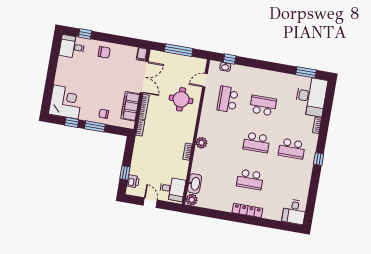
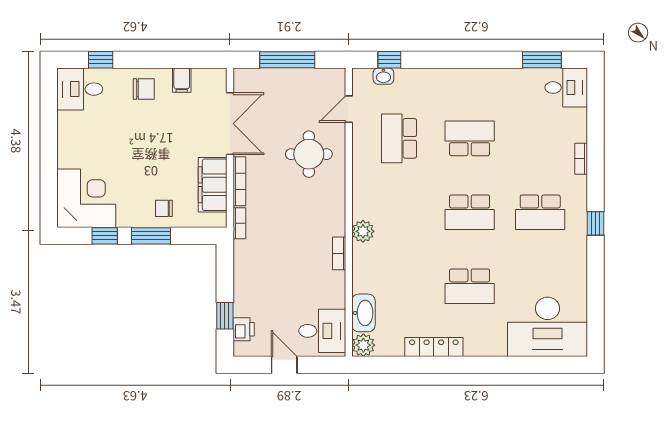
filing cabinet: (142, 54) -> (182, 80), moved
desk: (311, 97) -> (566, 88), width x0.53, depth x0.77
locker: (247, 210) -> (434, 347), moved
desk: (294, 212) -> (548, 327), width x1.87, depth x1.30

